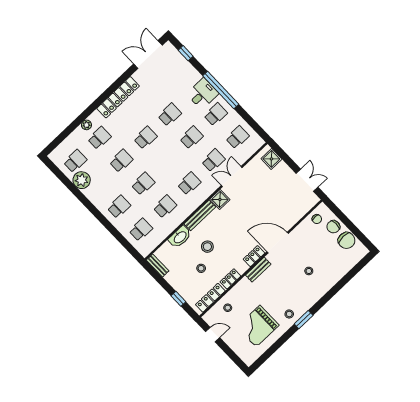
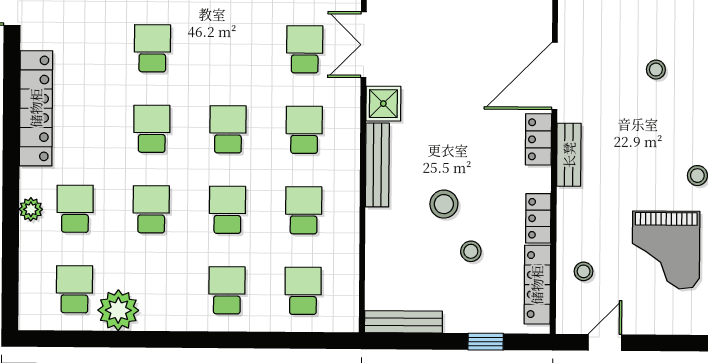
school desk: (191, 137) -> (228, 129), moved
washbasin: (180, 237) -> (381, 236), removed
bench: (158, 265) -> (403, 322), width x1.36

